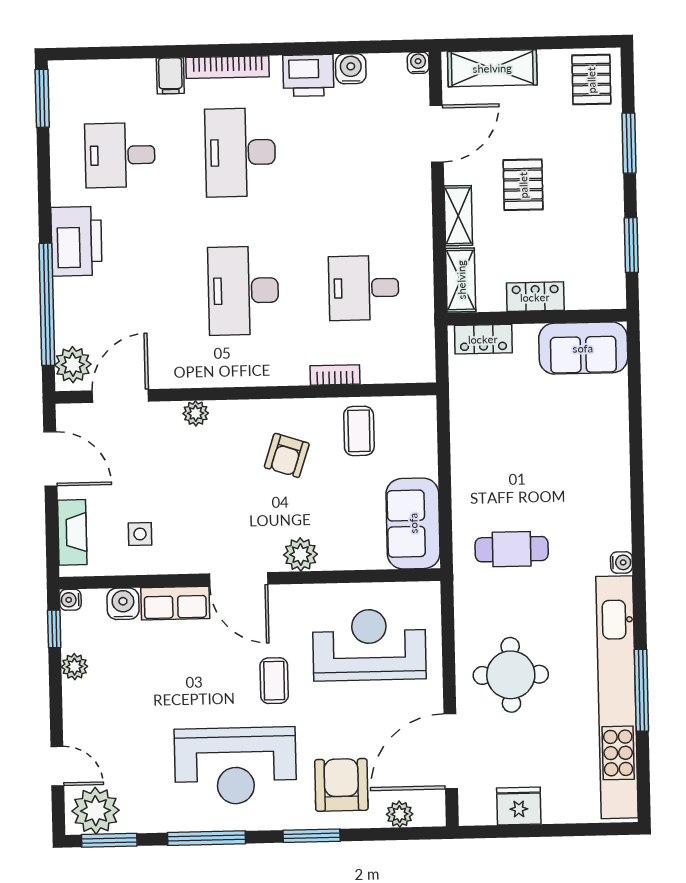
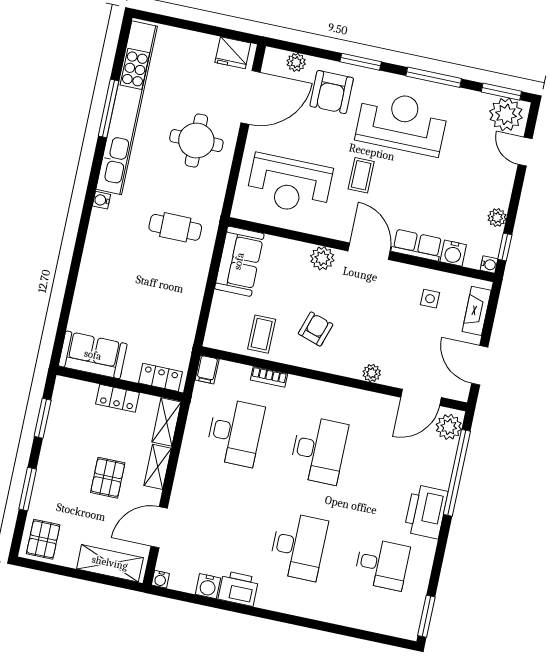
bookcase: (228, 67) -> (293, 607), removed
filing cabinet: (170, 76) -> (207, 370), moved, turned 180
desk: (364, 288) -> (235, 432), width x1.37
fridge: (519, 806) -> (233, 53), moved

